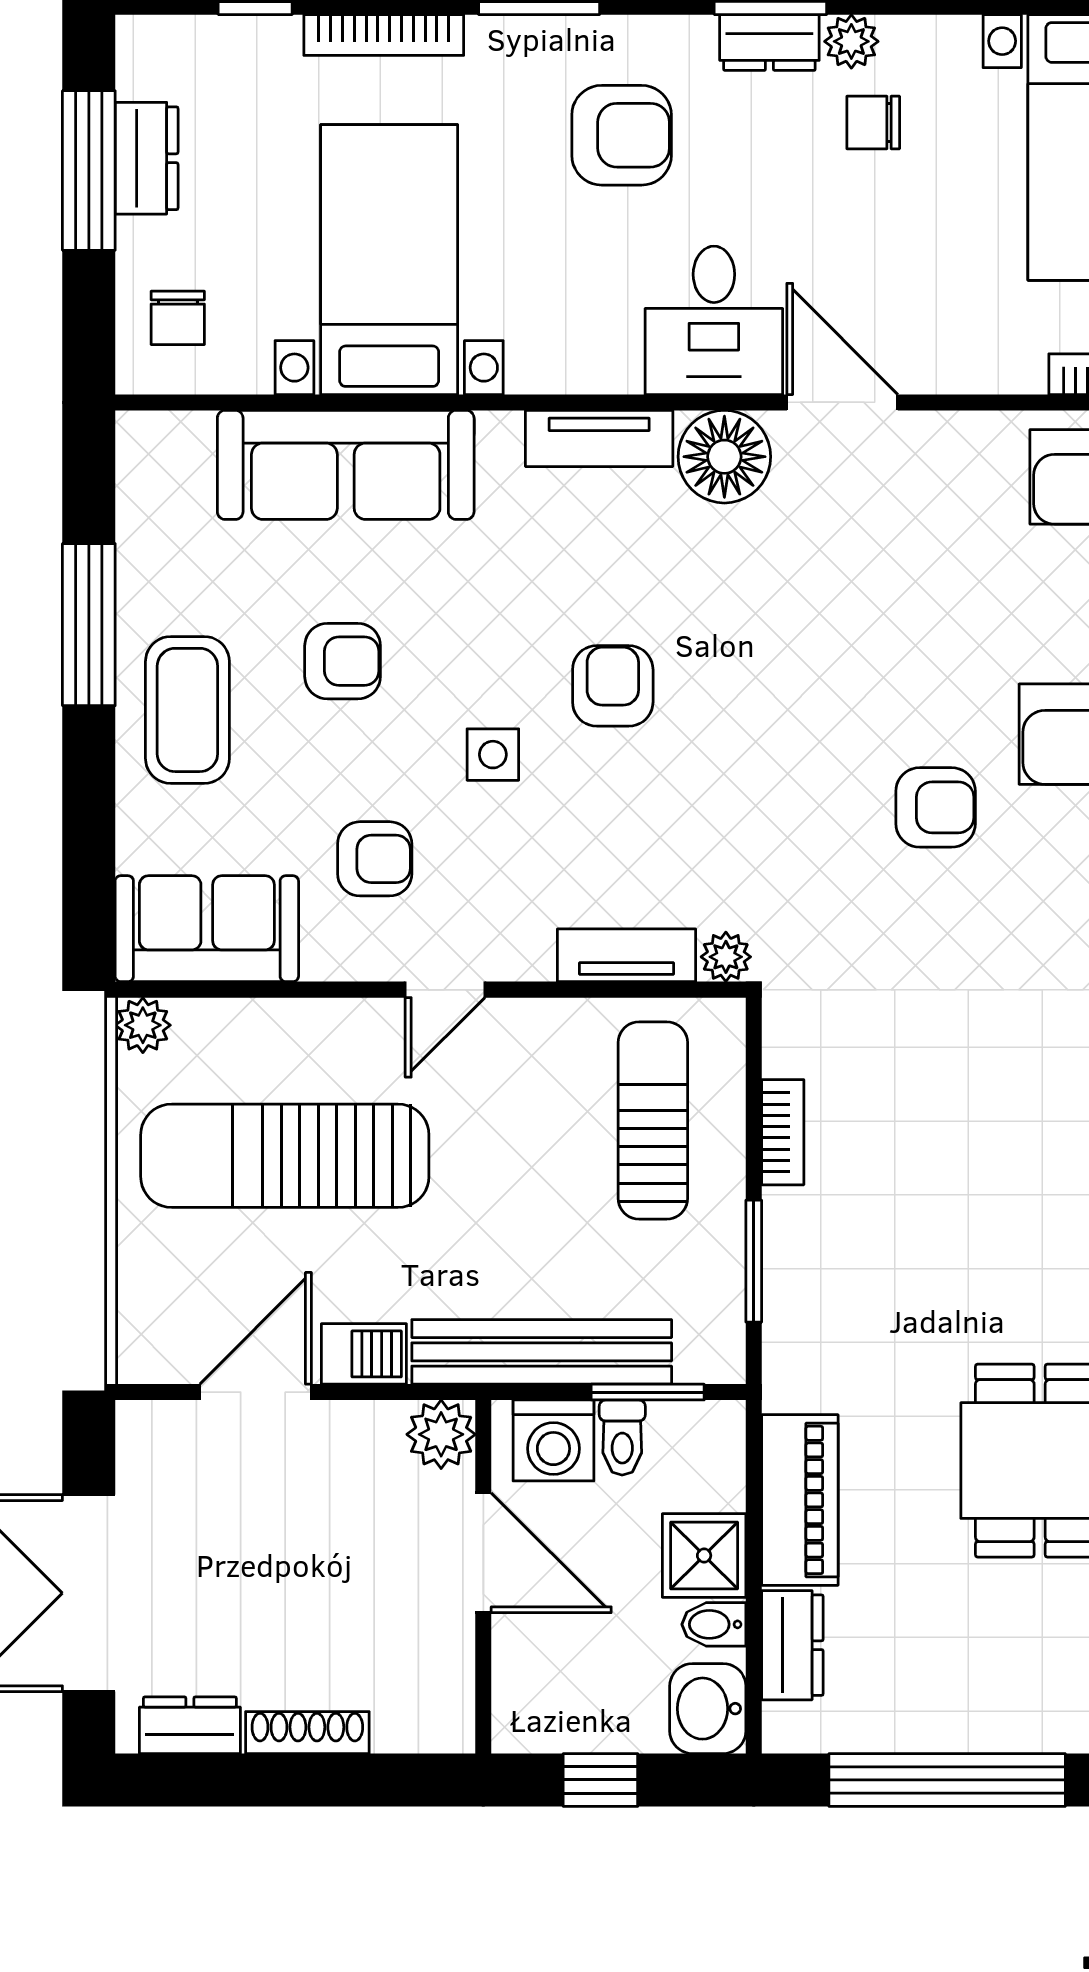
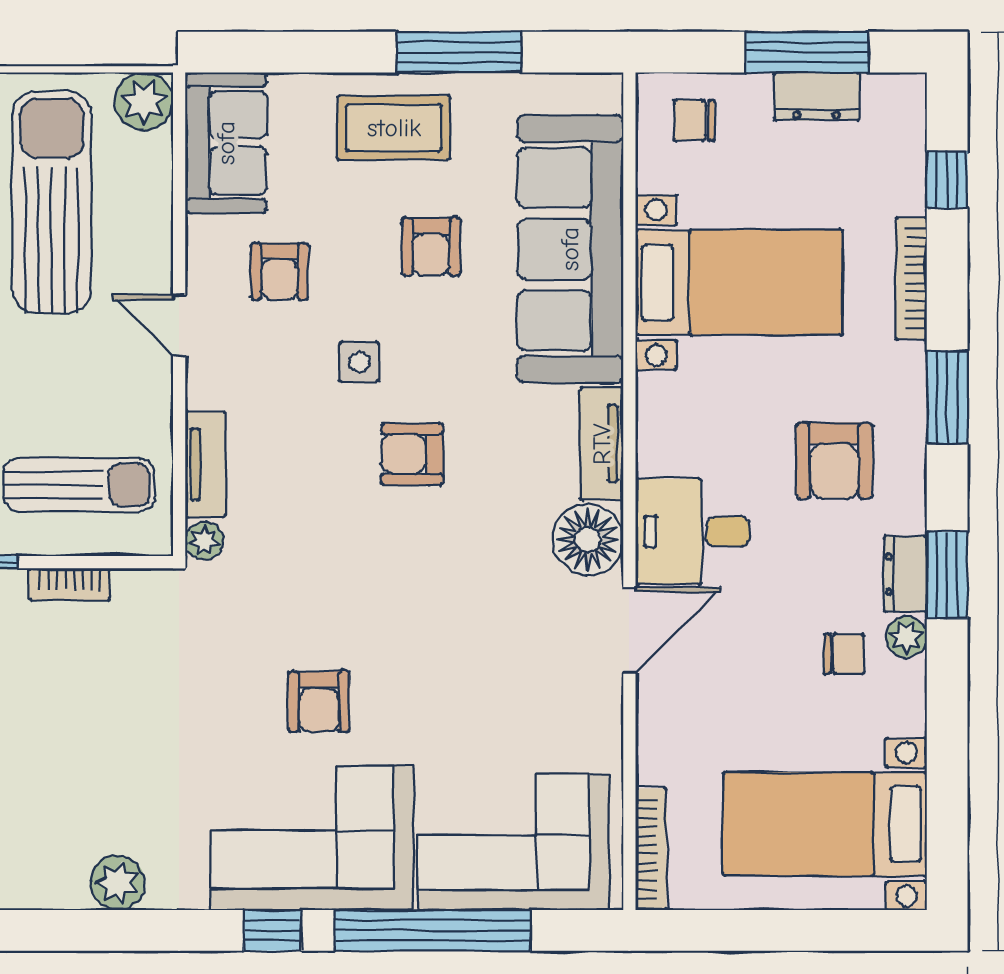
chair: (873, 122) -> (844, 654), turned 90
sofa: (346, 465) -> (570, 249), width x1.36, depth x1.27
armchair: (613, 686) -> (412, 454), turned 180
plant: (143, 1025) -> (144, 102), width x1.38, depth x1.38

